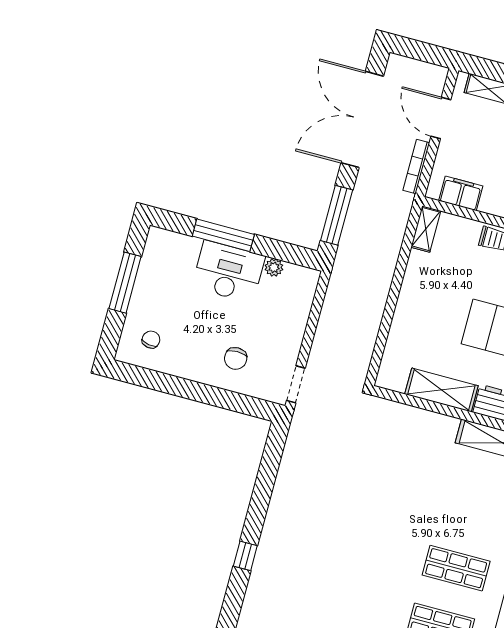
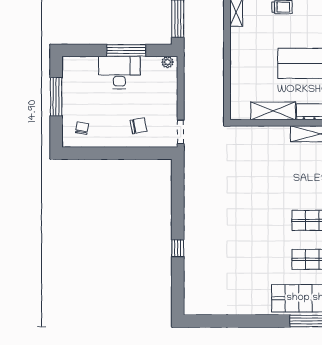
window: (223, 235) -> (126, 50), moved
plant: (274, 267) -> (167, 62), moved
chair: (236, 358) -> (138, 126), turned -101

